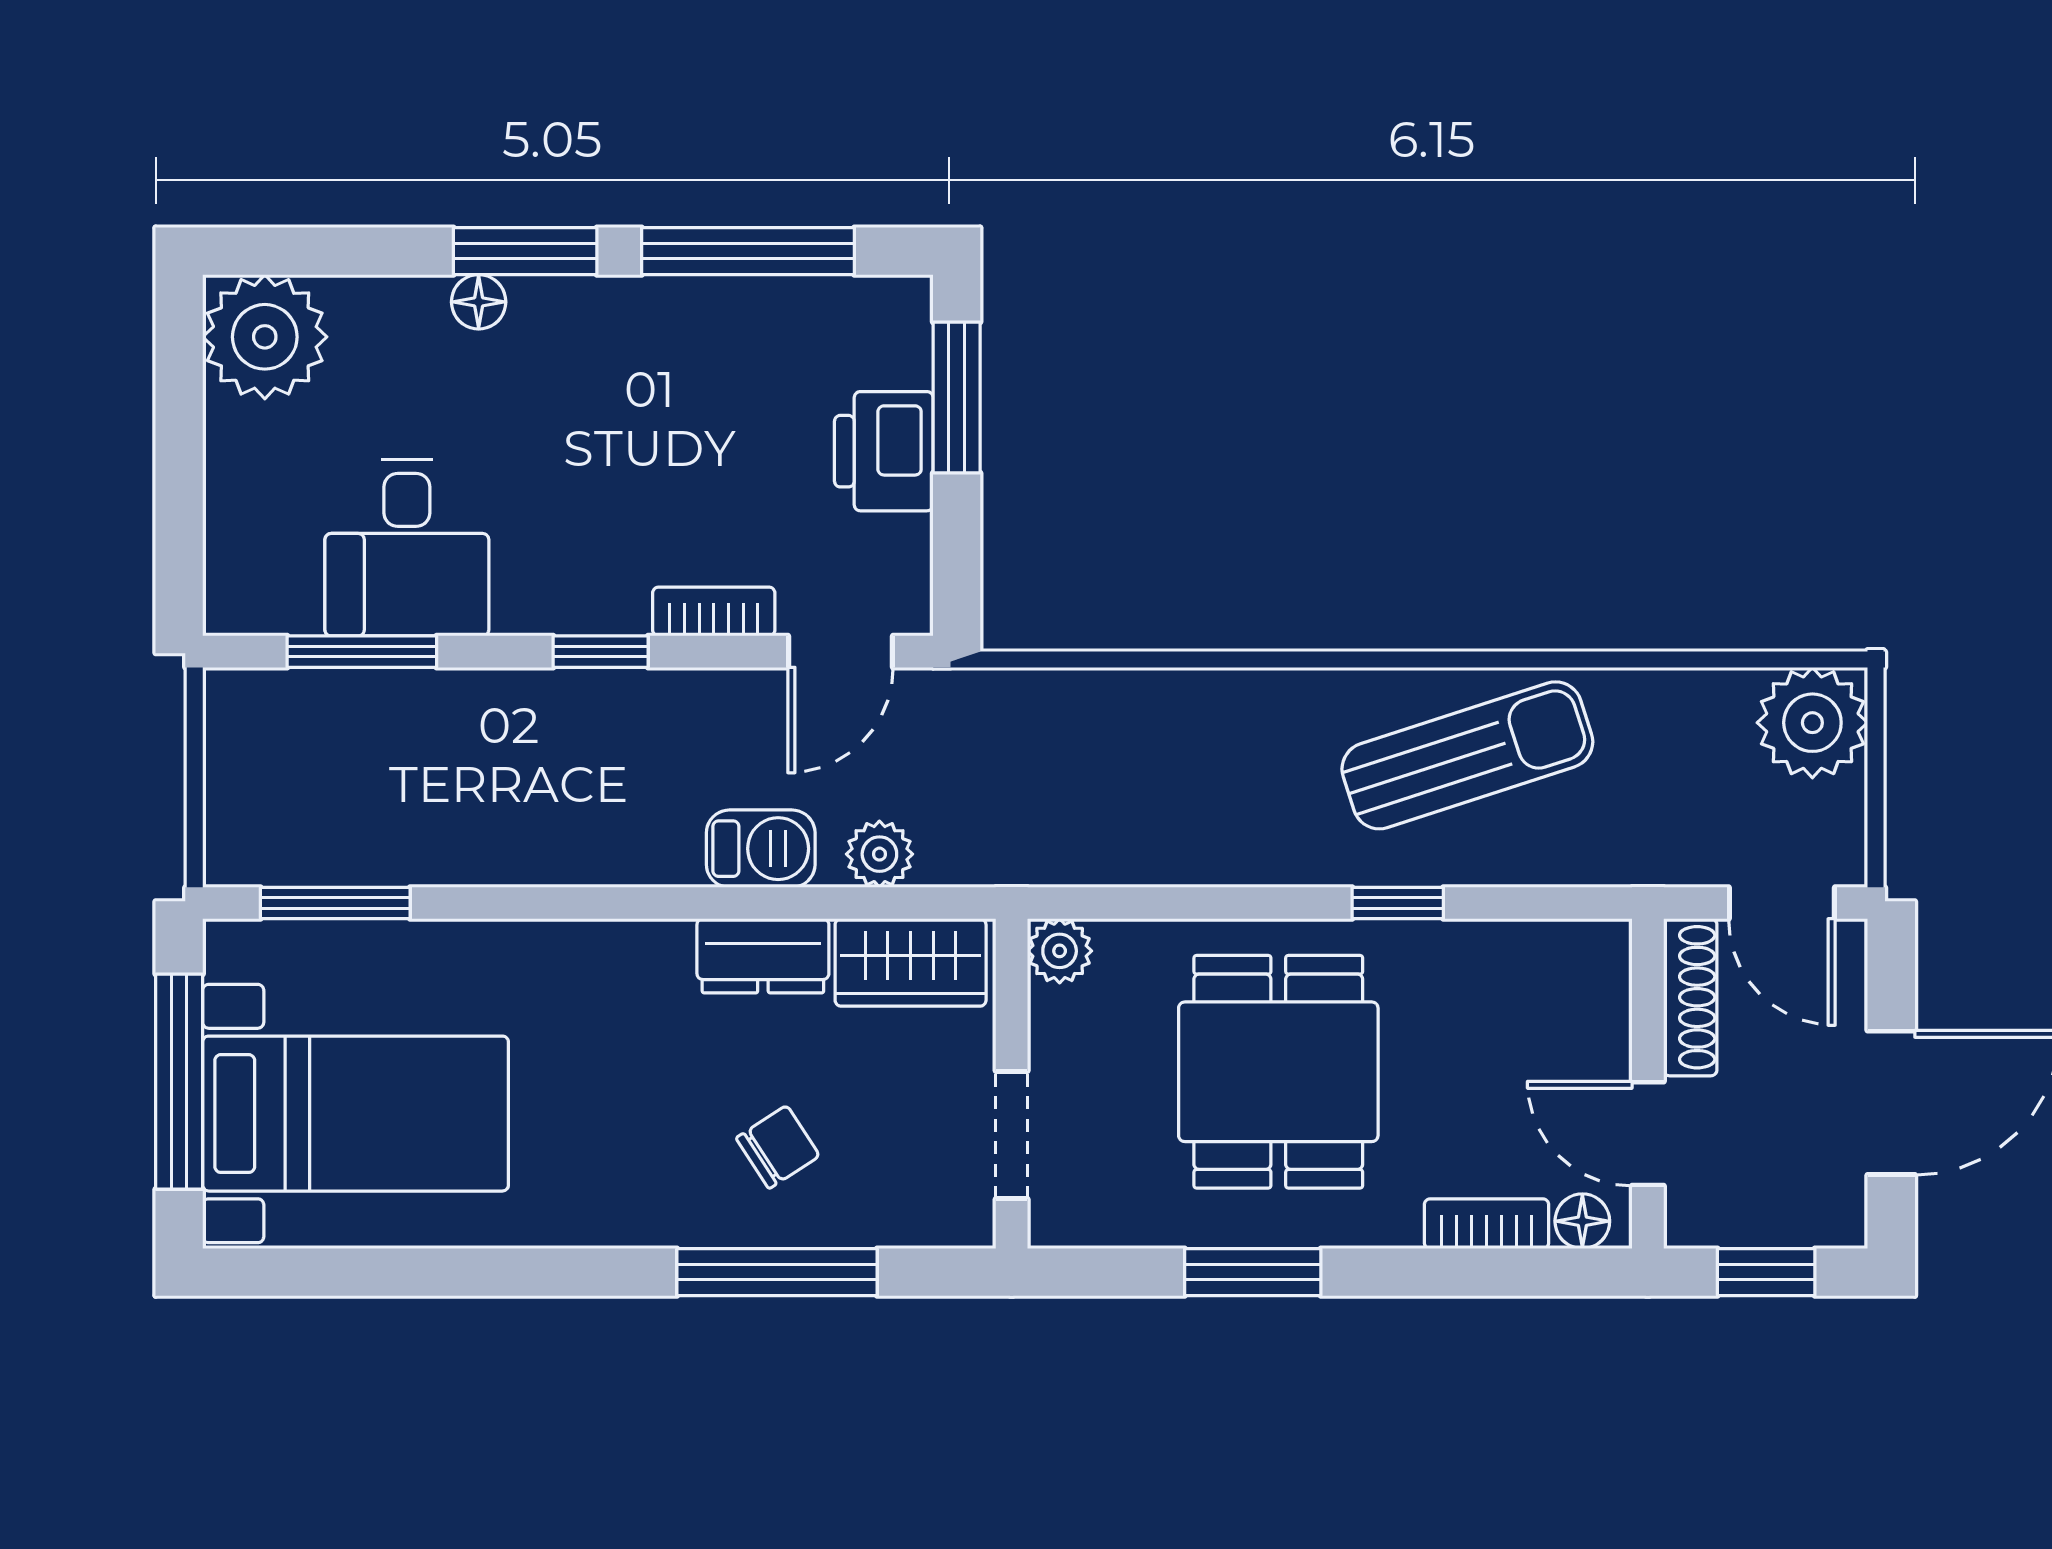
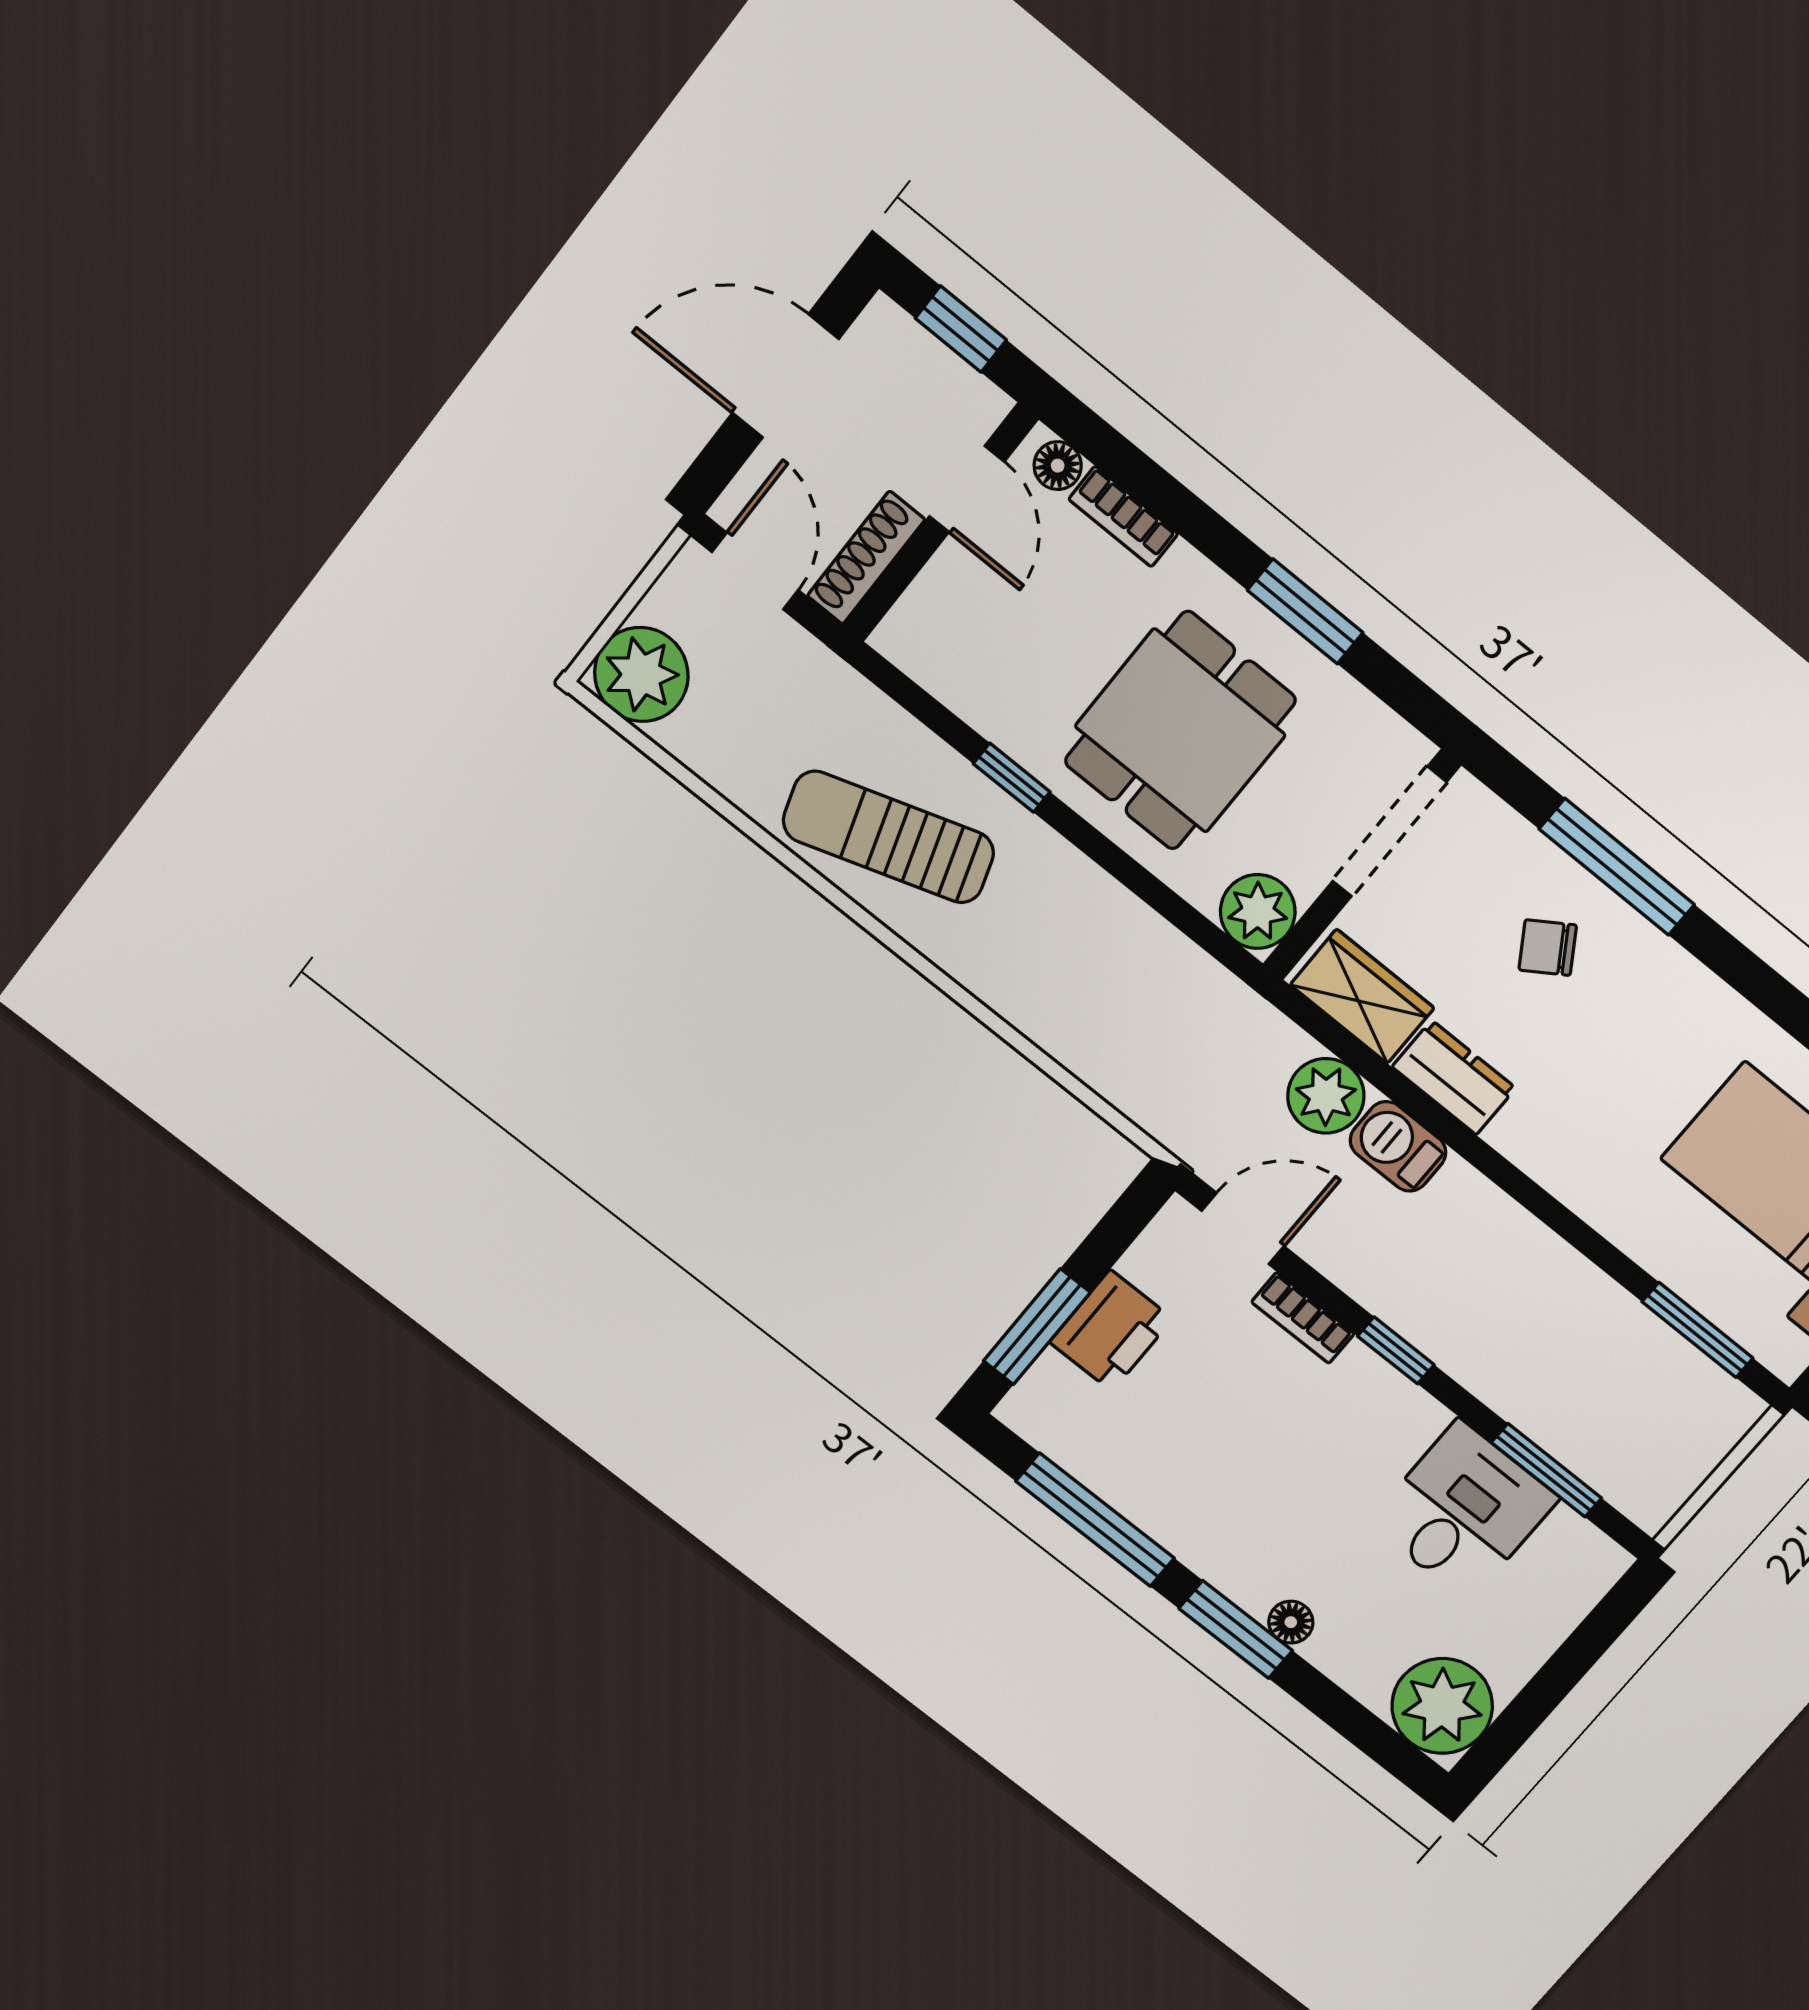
plant: (879, 854) -> (1326, 1096), width x1.38, depth x1.38
plant: (1060, 951) -> (1258, 912), width x1.38, depth x1.38
doorway: (1012, 1135) -> (1389, 832), width x1.38

